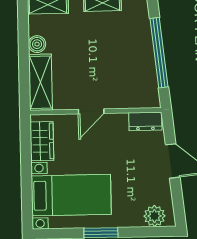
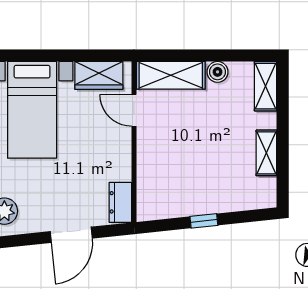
window: (159, 53) -> (204, 221), width x0.32
door: (91, 111) -> (134, 110), moved

